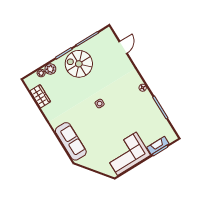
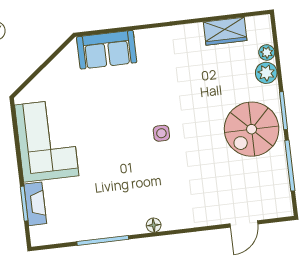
door: (123, 47) -> (244, 224), hinge flipped
spiral stairs: (79, 64) -> (252, 129), turned 180
sofa: (71, 141) -> (107, 50), width x0.73

